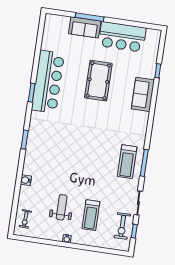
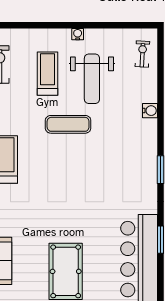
exercise mat: (82, 179) -> (68, 124), added
weight bench: (62, 207) -> (92, 79), width x1.36, depth x1.33

